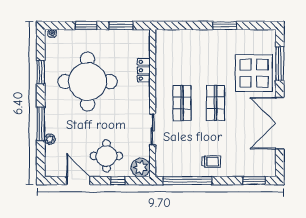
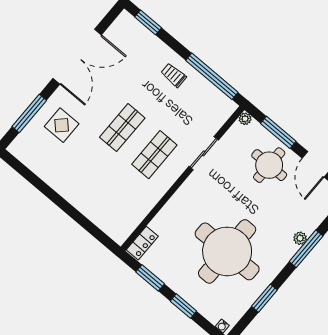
window: (225, 26) -> (51, 194), removed
locker: (144, 70) -> (142, 243), moved
display table: (254, 73) -> (62, 125), width x0.54, depth x0.54
plant: (50, 139) -> (300, 238), moved
plant: (141, 167) -> (245, 119), width x0.53, depth x0.53
window: (118, 181) -> (278, 132), width x2.17

